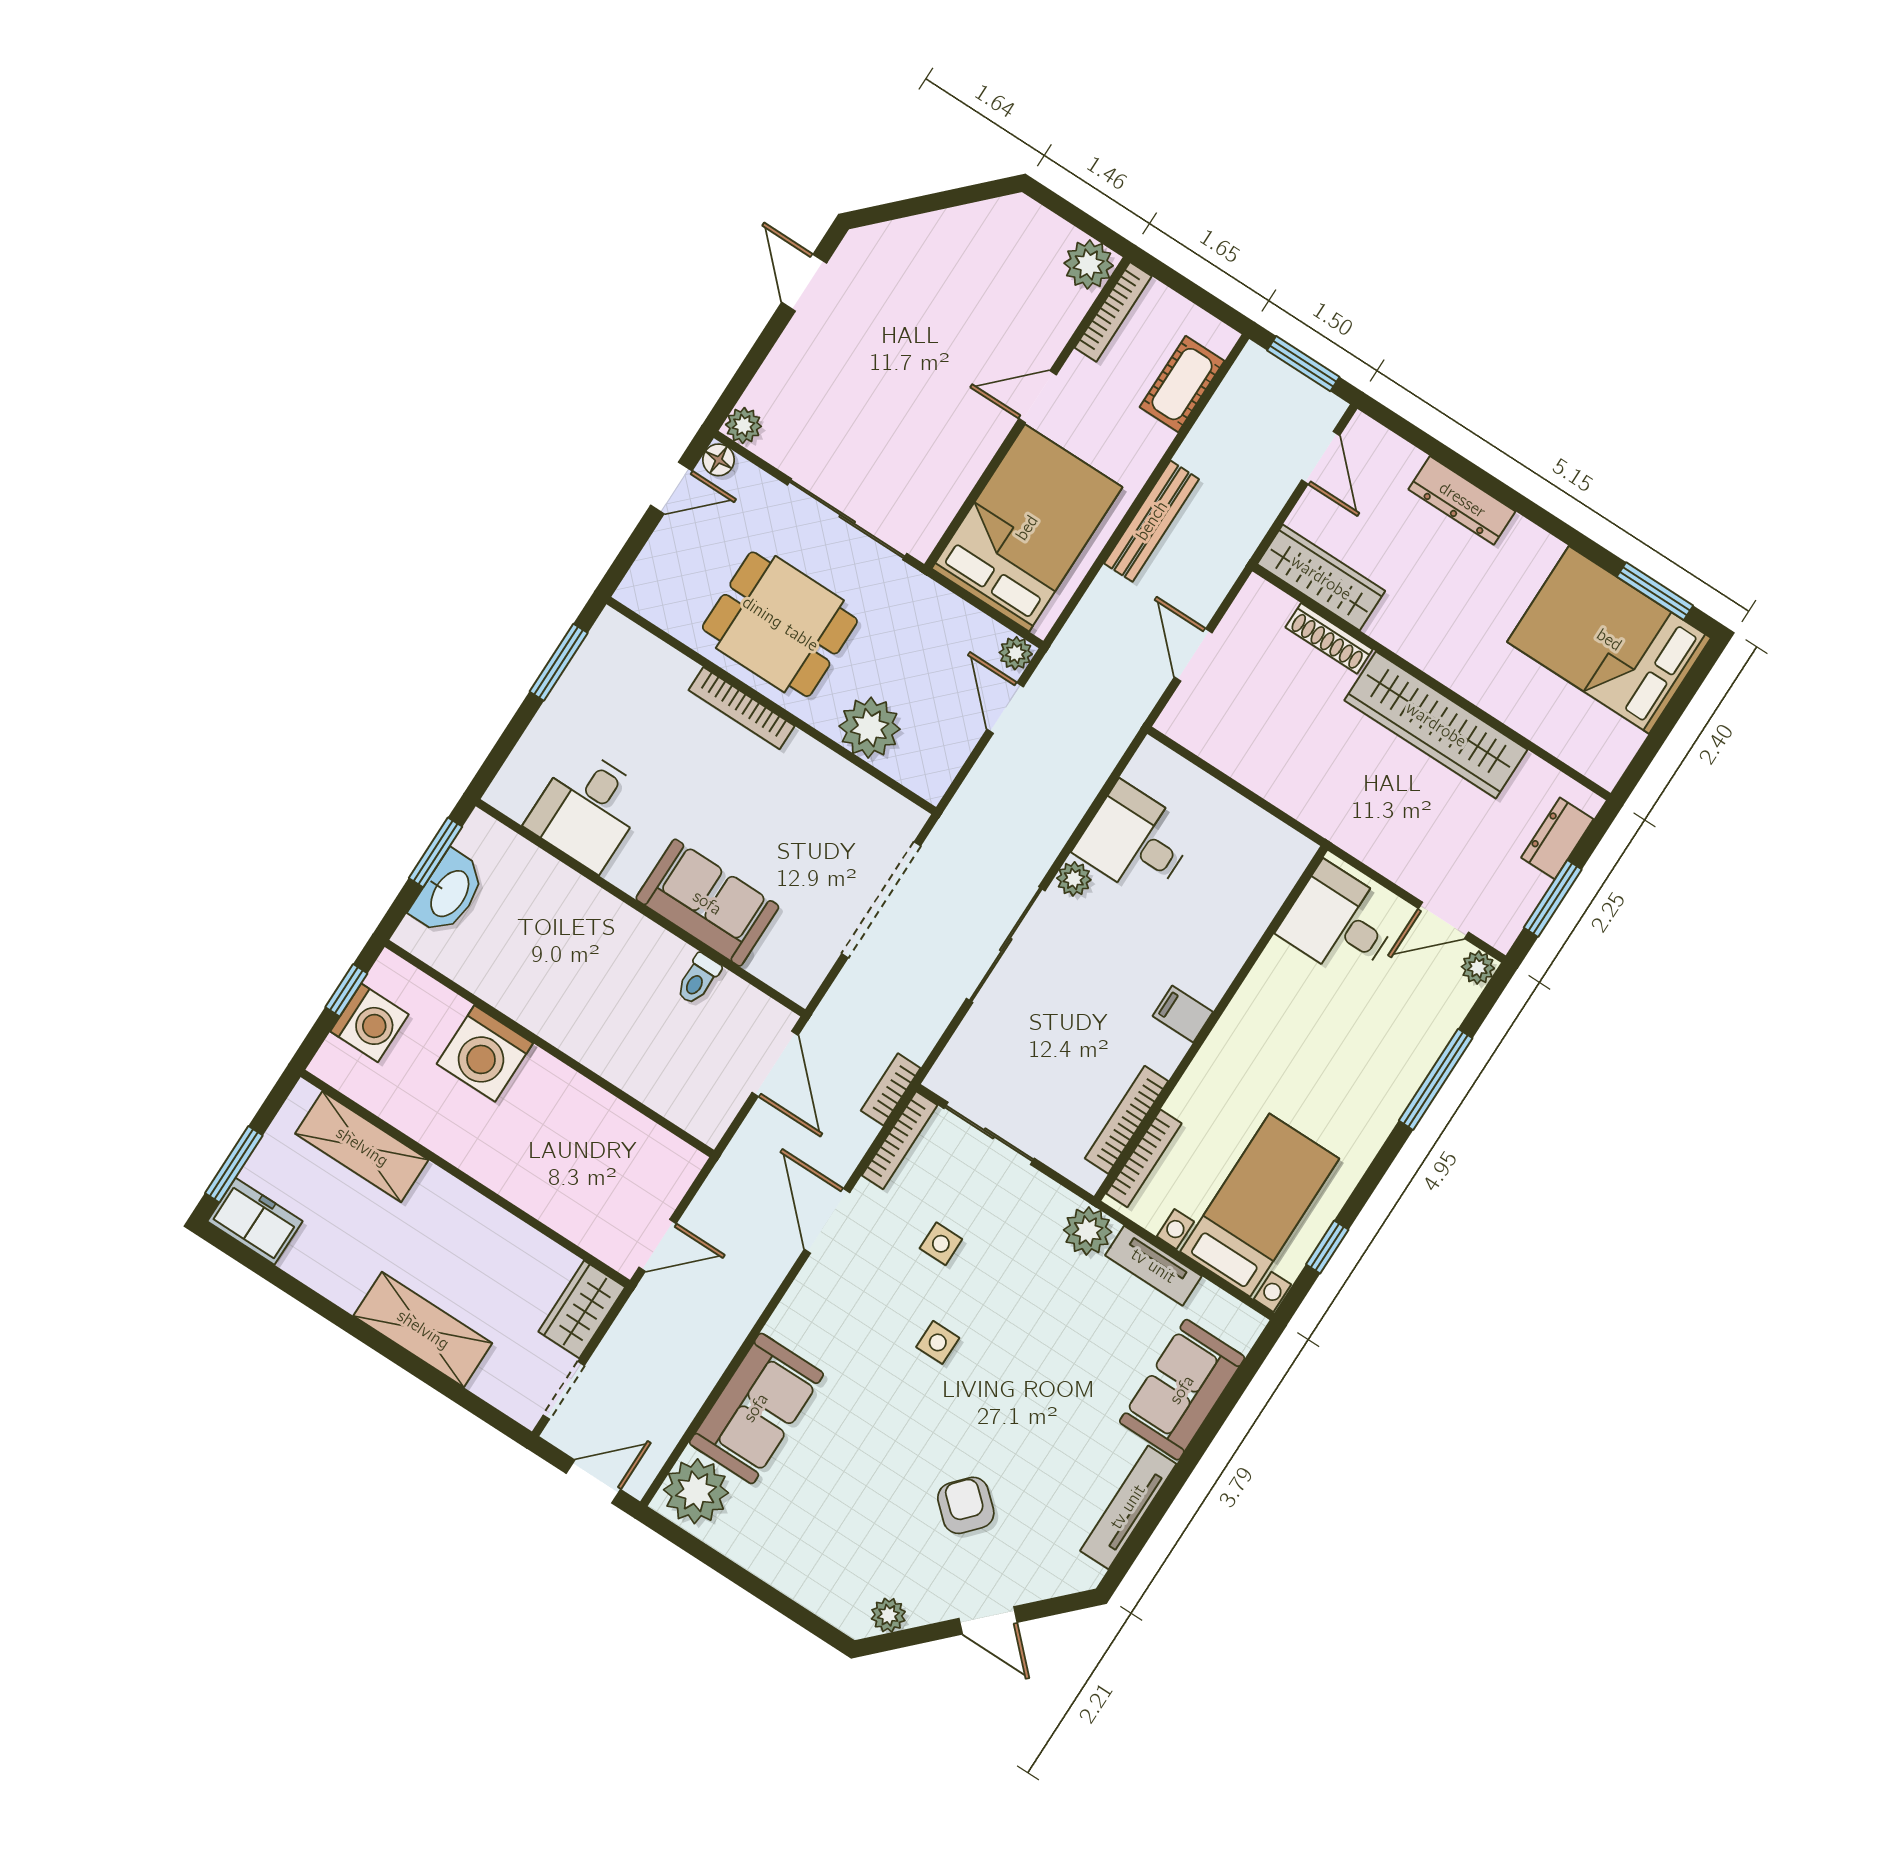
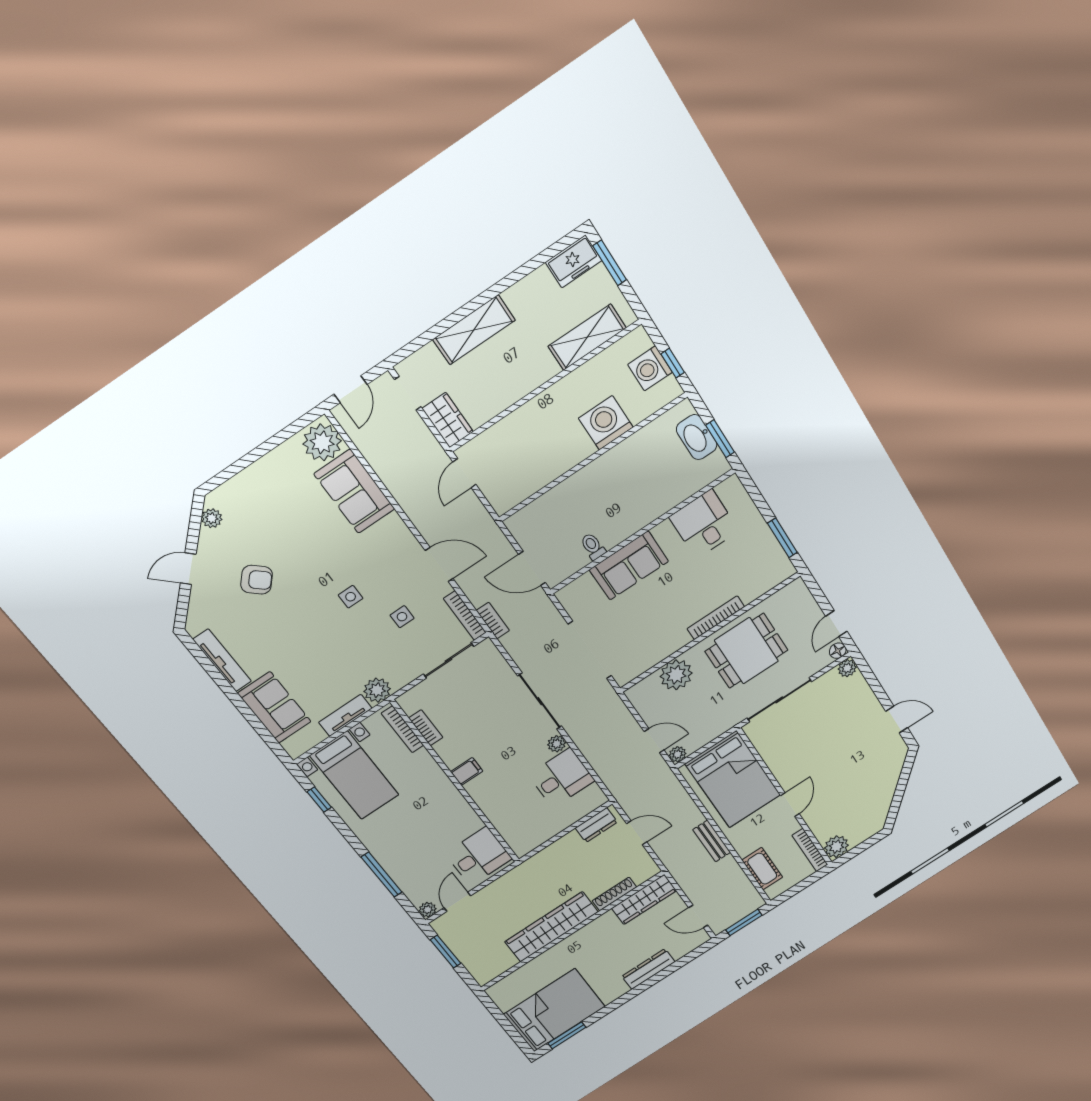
bench: (1152, 521) -> (712, 841), width x0.73
dresser: (1557, 838) -> (596, 825), moved, turned 90
bookcase: (1126, 1120) -> (426, 728), width x0.64

